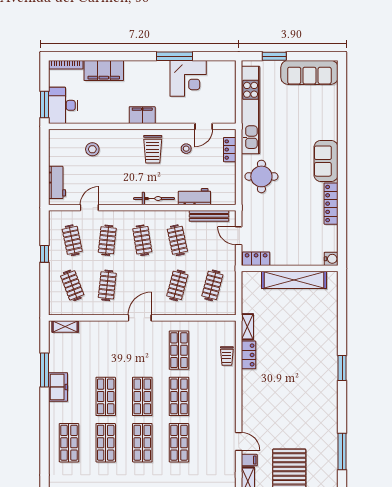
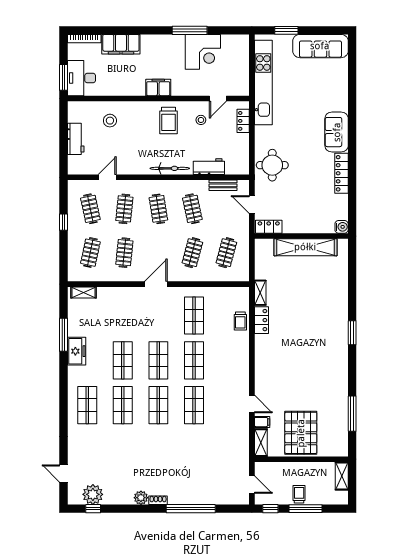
round table: (261, 176) -> (272, 165), moved
workbench: (57, 182) -> (76, 139), moved
bench: (209, 216) -> (223, 185), width x0.73
clothes rail: (72, 285) -> (90, 253), turned 33

